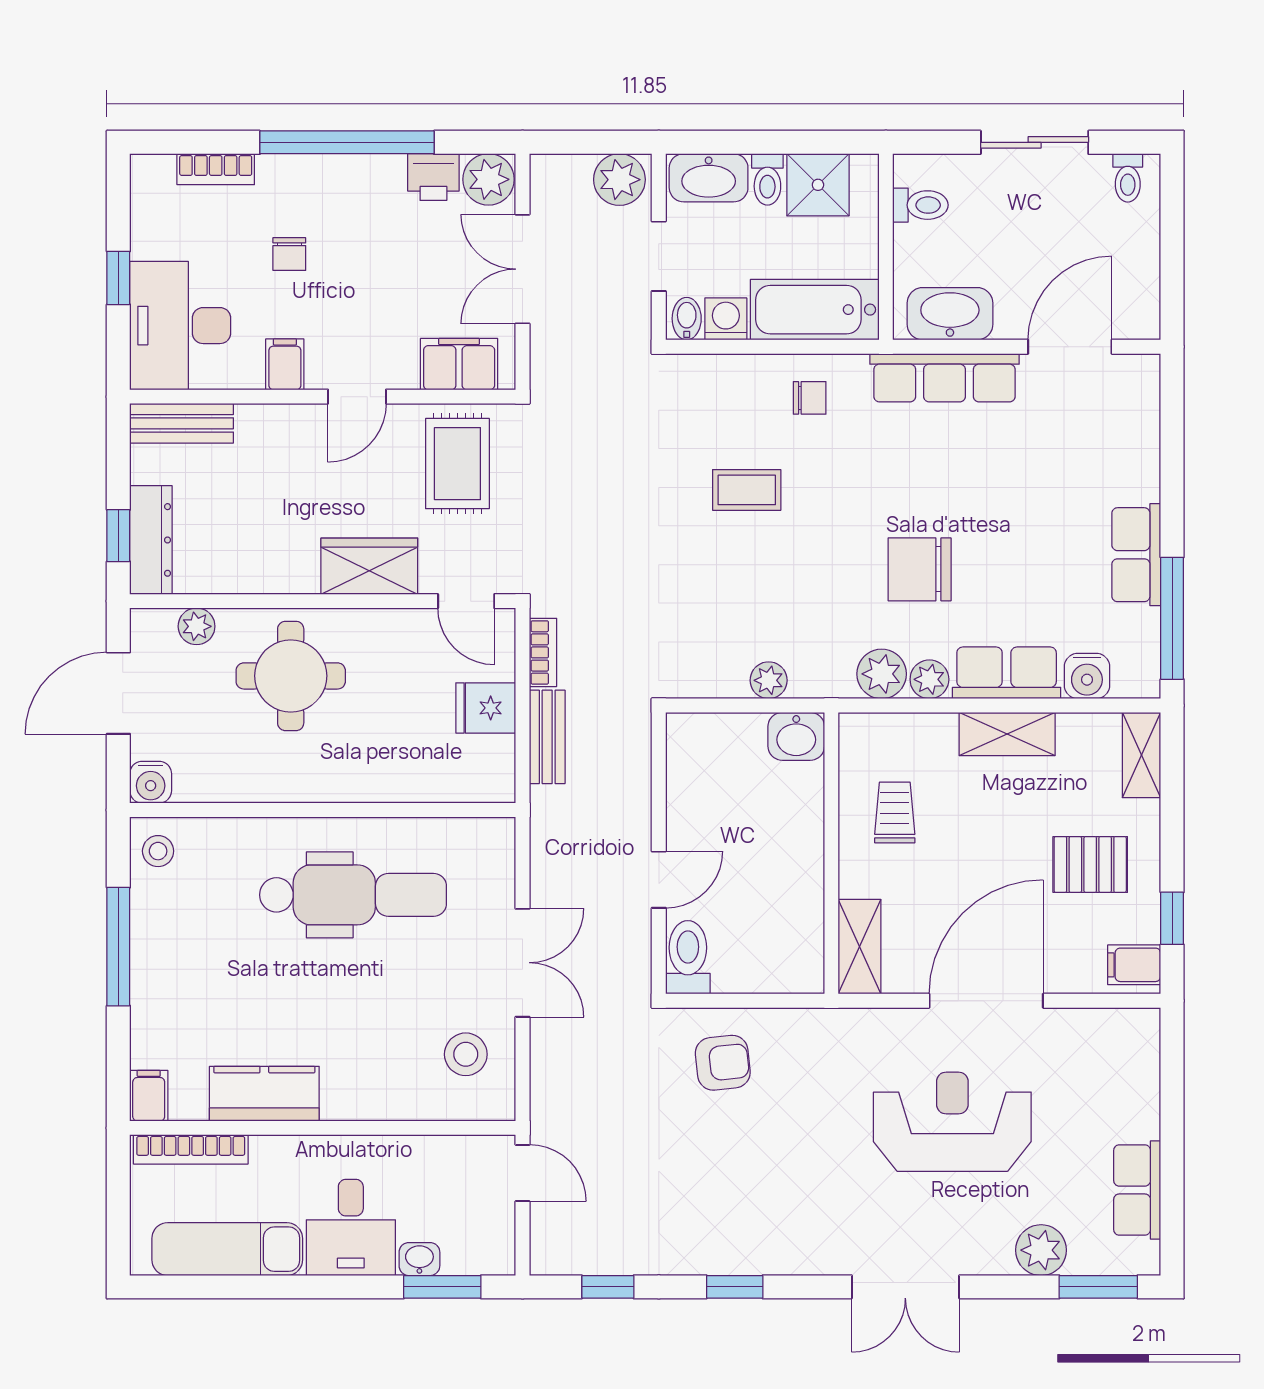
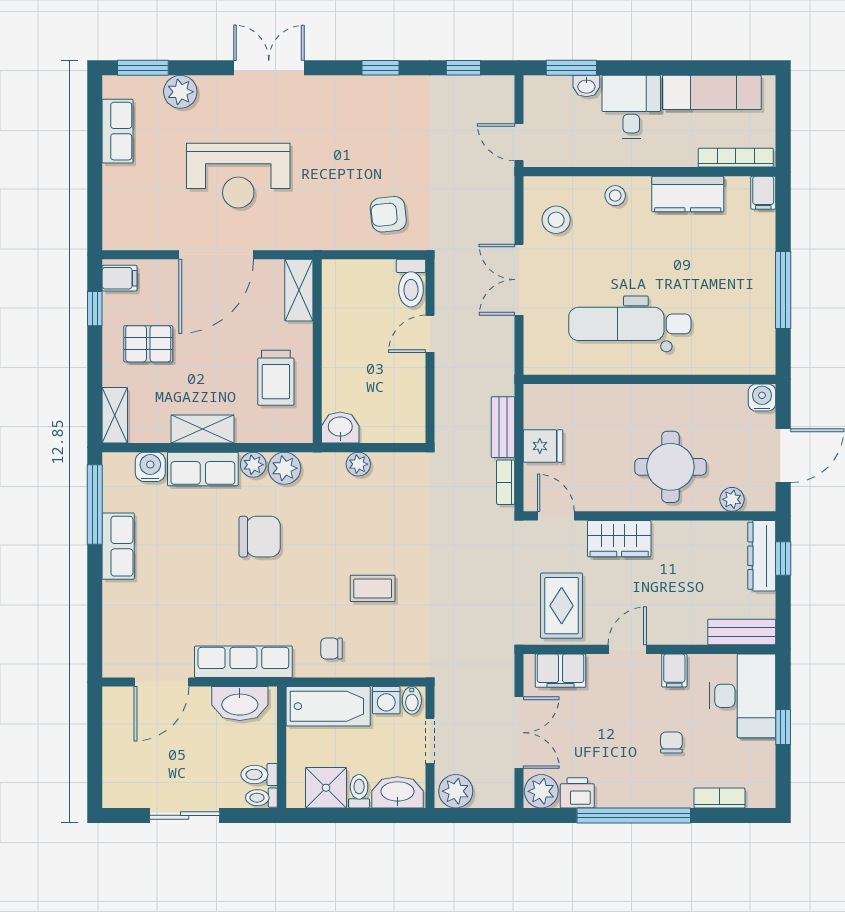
toilet: (1128, 178) -> (261, 798), moved, turned -90
trolley: (895, 812) -> (276, 378), width x1.36, depth x1.39
stool: (158, 851) -> (615, 196), moved

